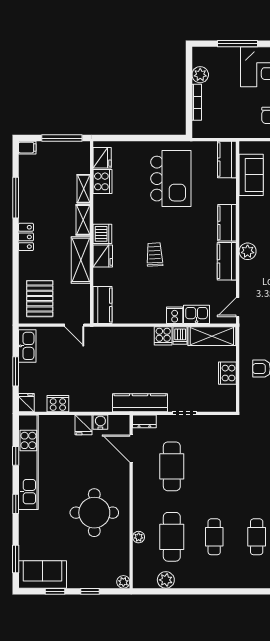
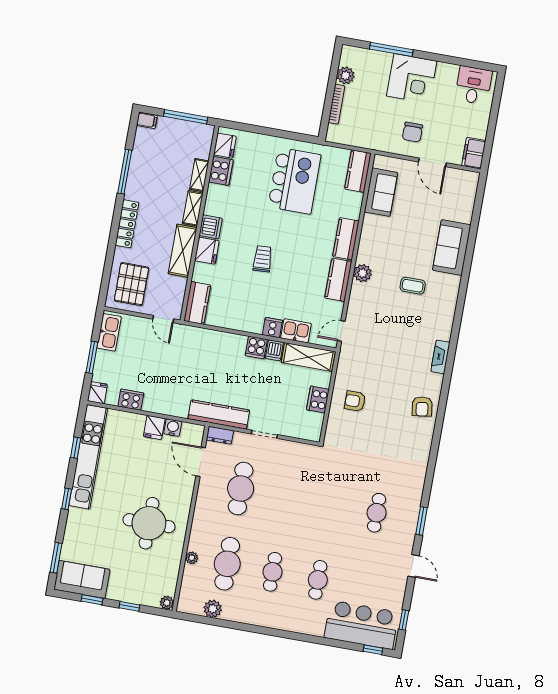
locker: (26, 237) -> (127, 224), width x1.53

